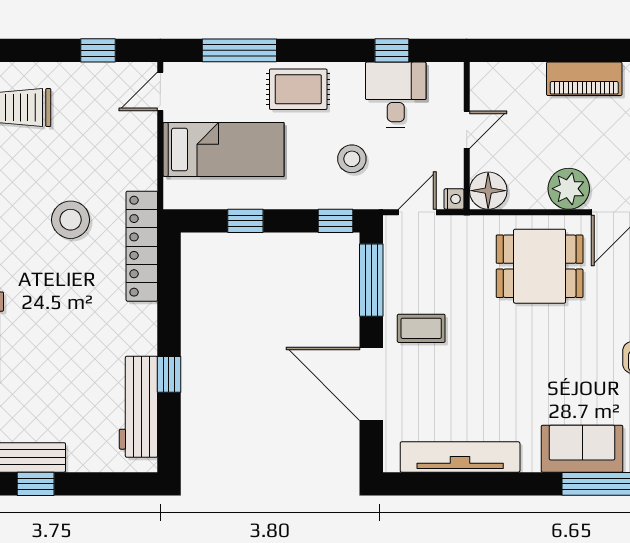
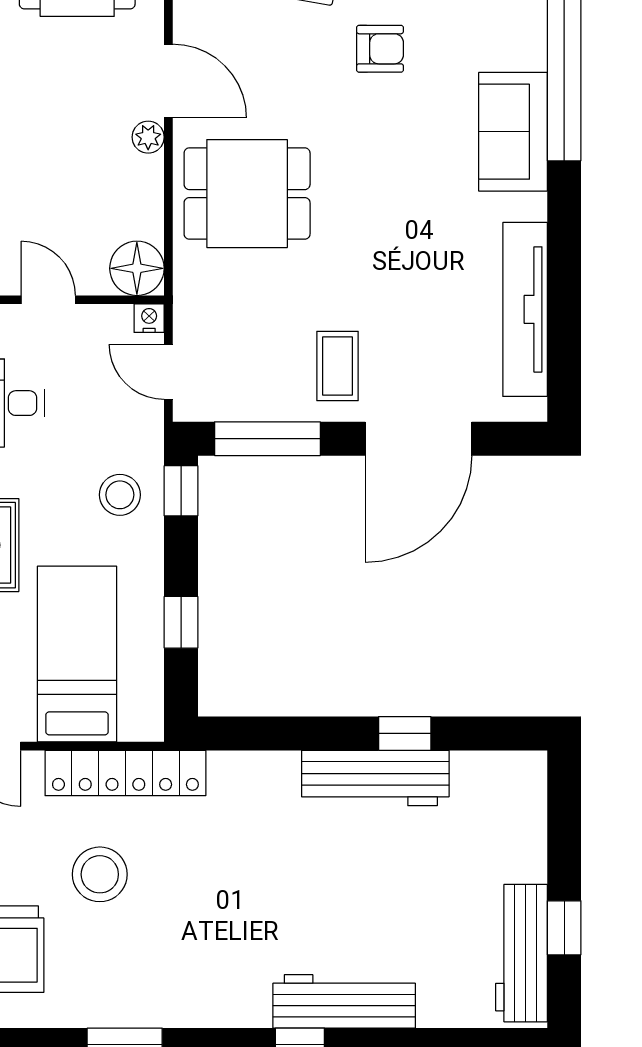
stool: (352, 159) -> (120, 495), moved
plant: (569, 189) -> (148, 137), width x0.53, depth x0.53
stool: (71, 220) -> (100, 874), moved
locker: (142, 246) -> (125, 773), moved
dining table: (540, 266) -> (247, 194), turned 90
workbench: (138, 407) -> (375, 778), moved

